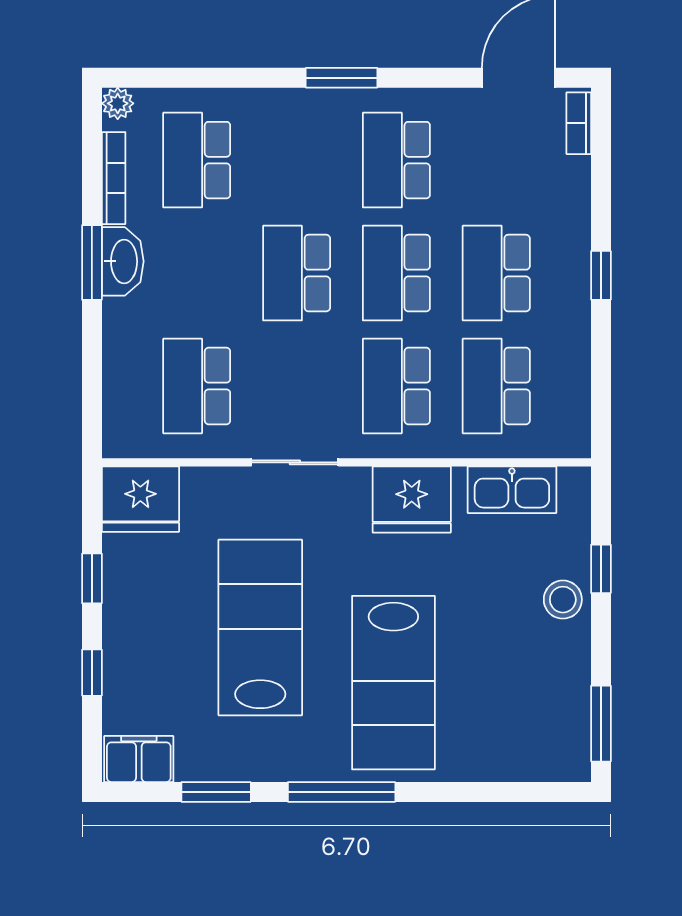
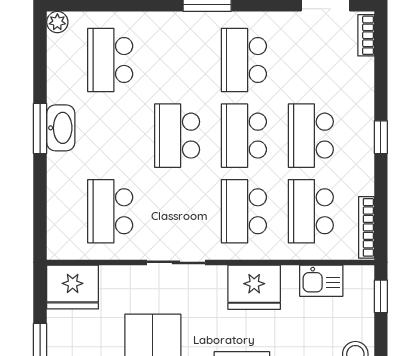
bookcase: (114, 178) -> (366, 227), moved, turned 180
kitchen sink: (512, 490) -> (321, 281), width x0.73
window: (601, 569) -> (381, 296), moved

